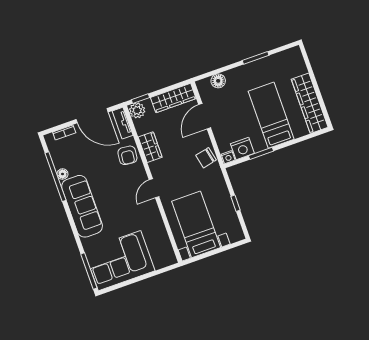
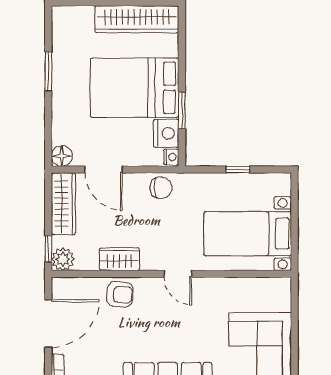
floor lamp: (218, 81) -> (62, 156), moved
bed: (271, 115) -> (134, 88), width x1.50
tv unit: (123, 123) -> (73, 285), removed
chair: (206, 158) -> (161, 188), turned -78

